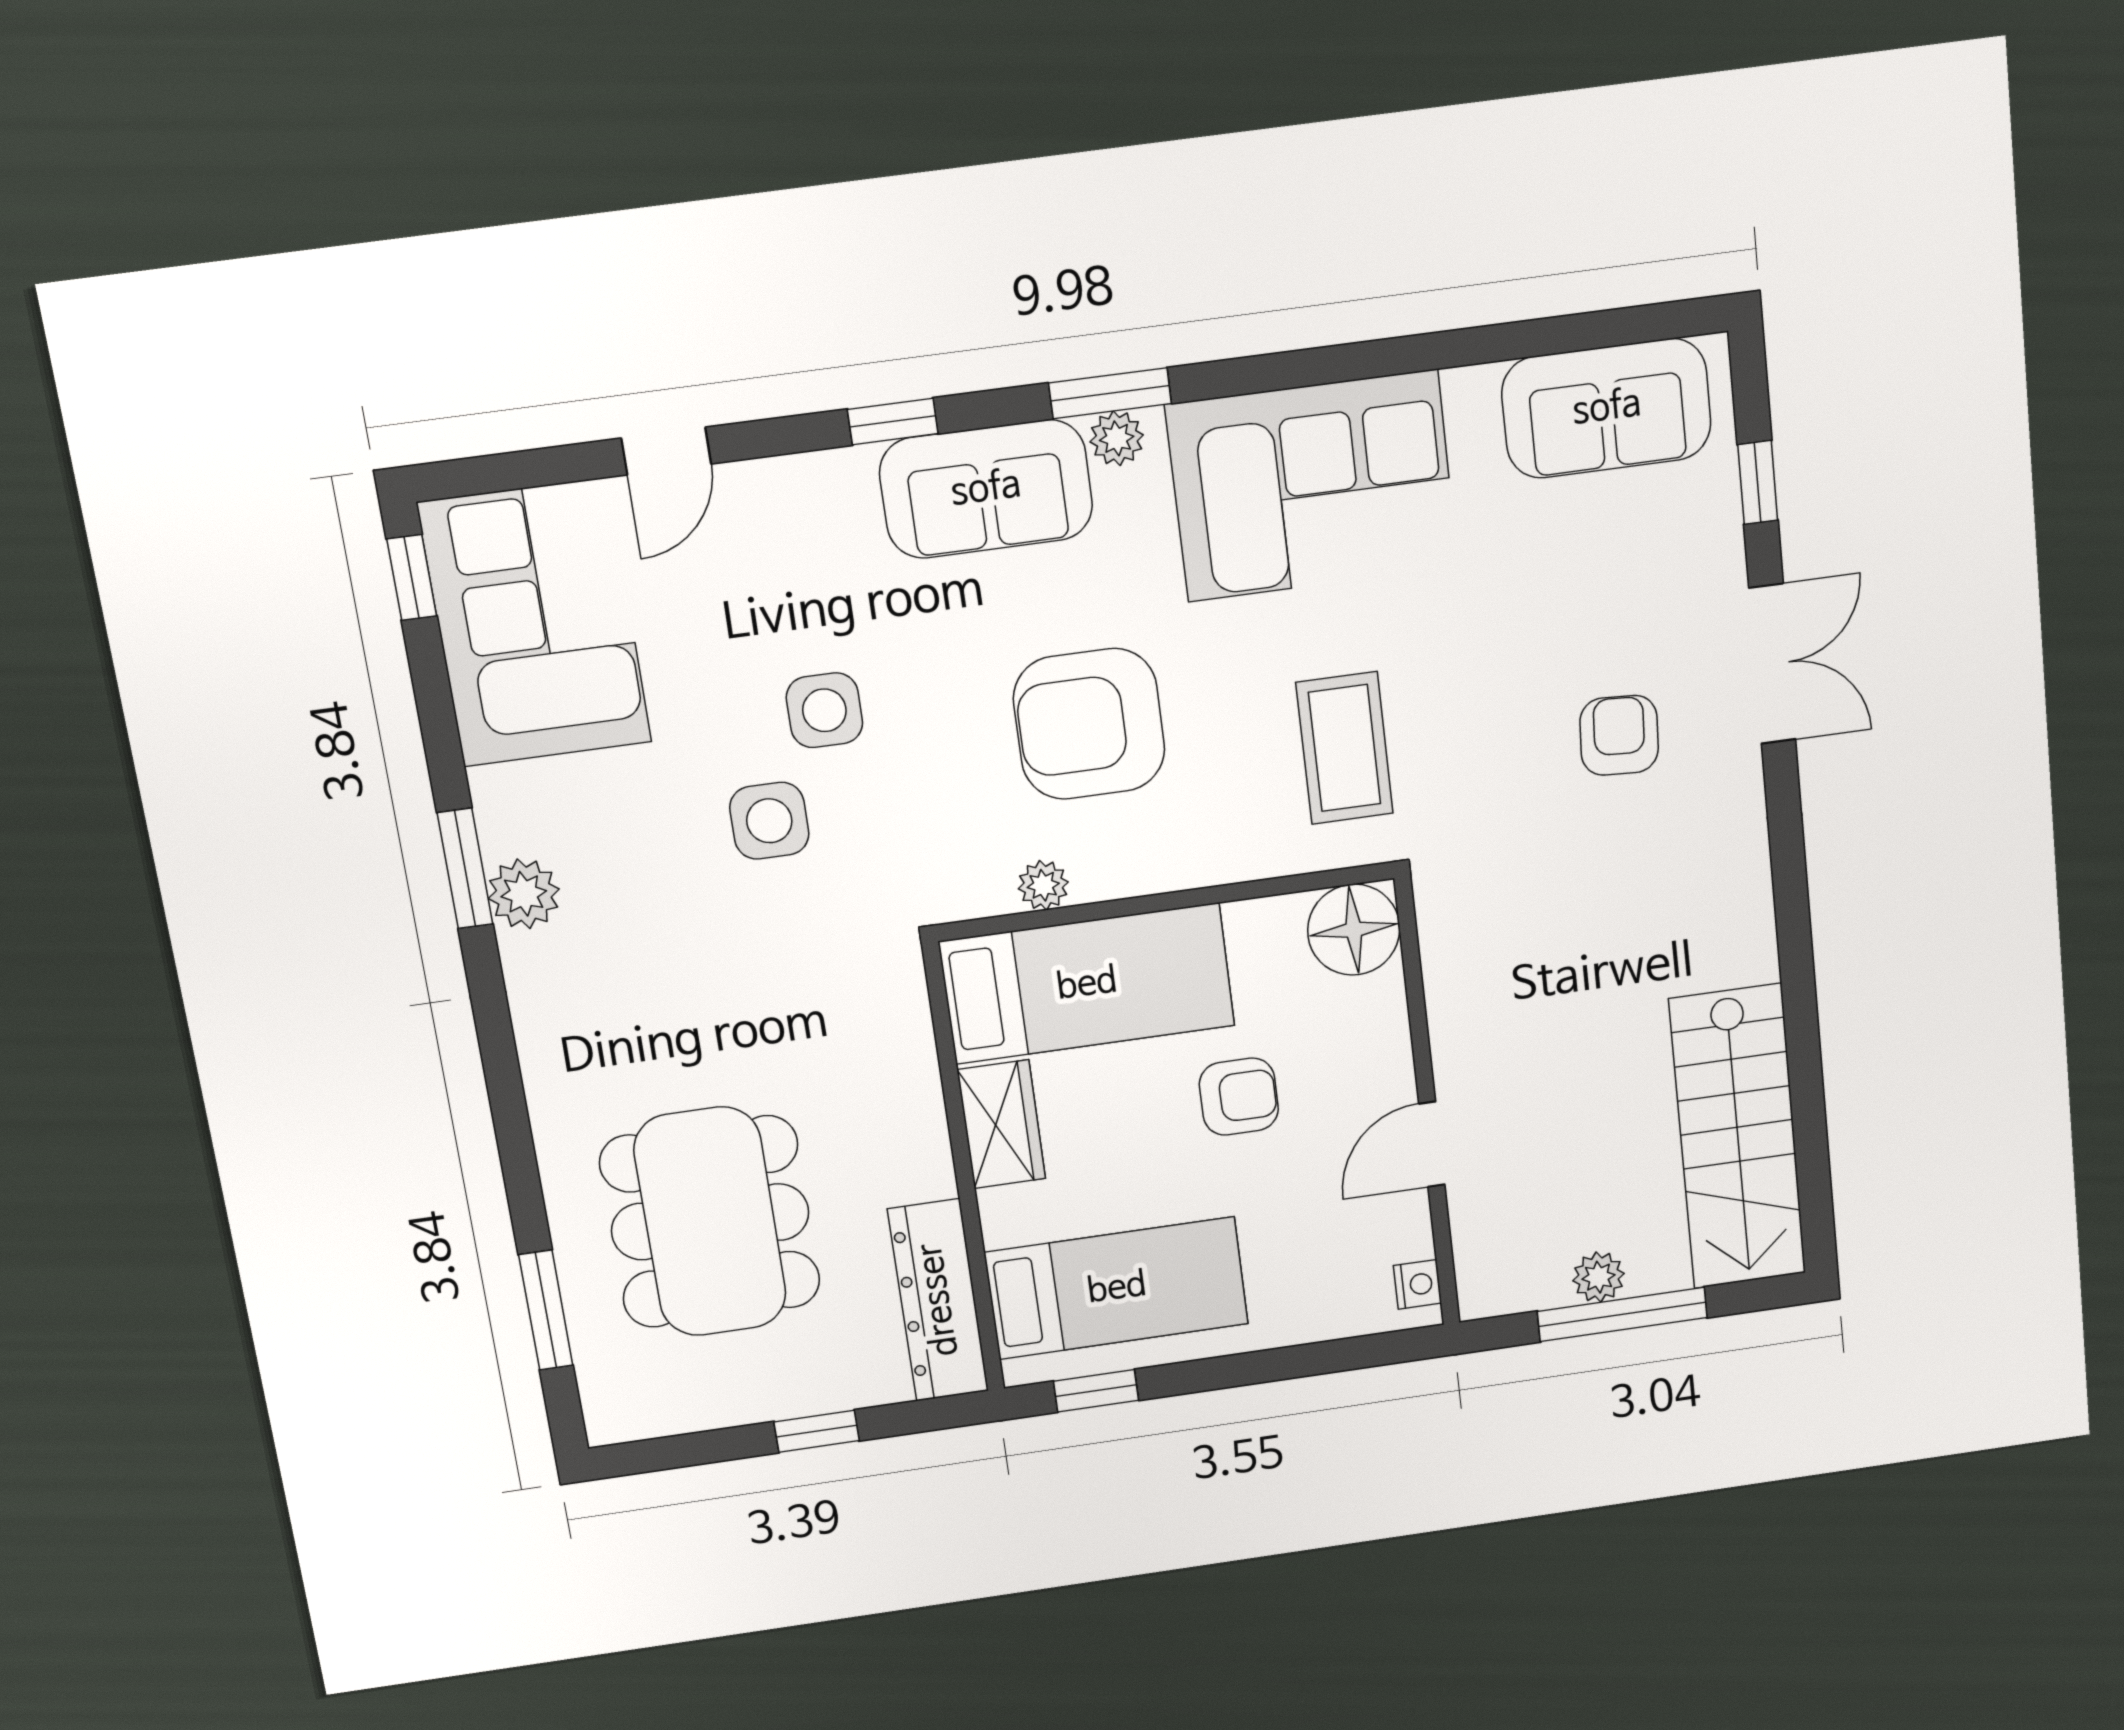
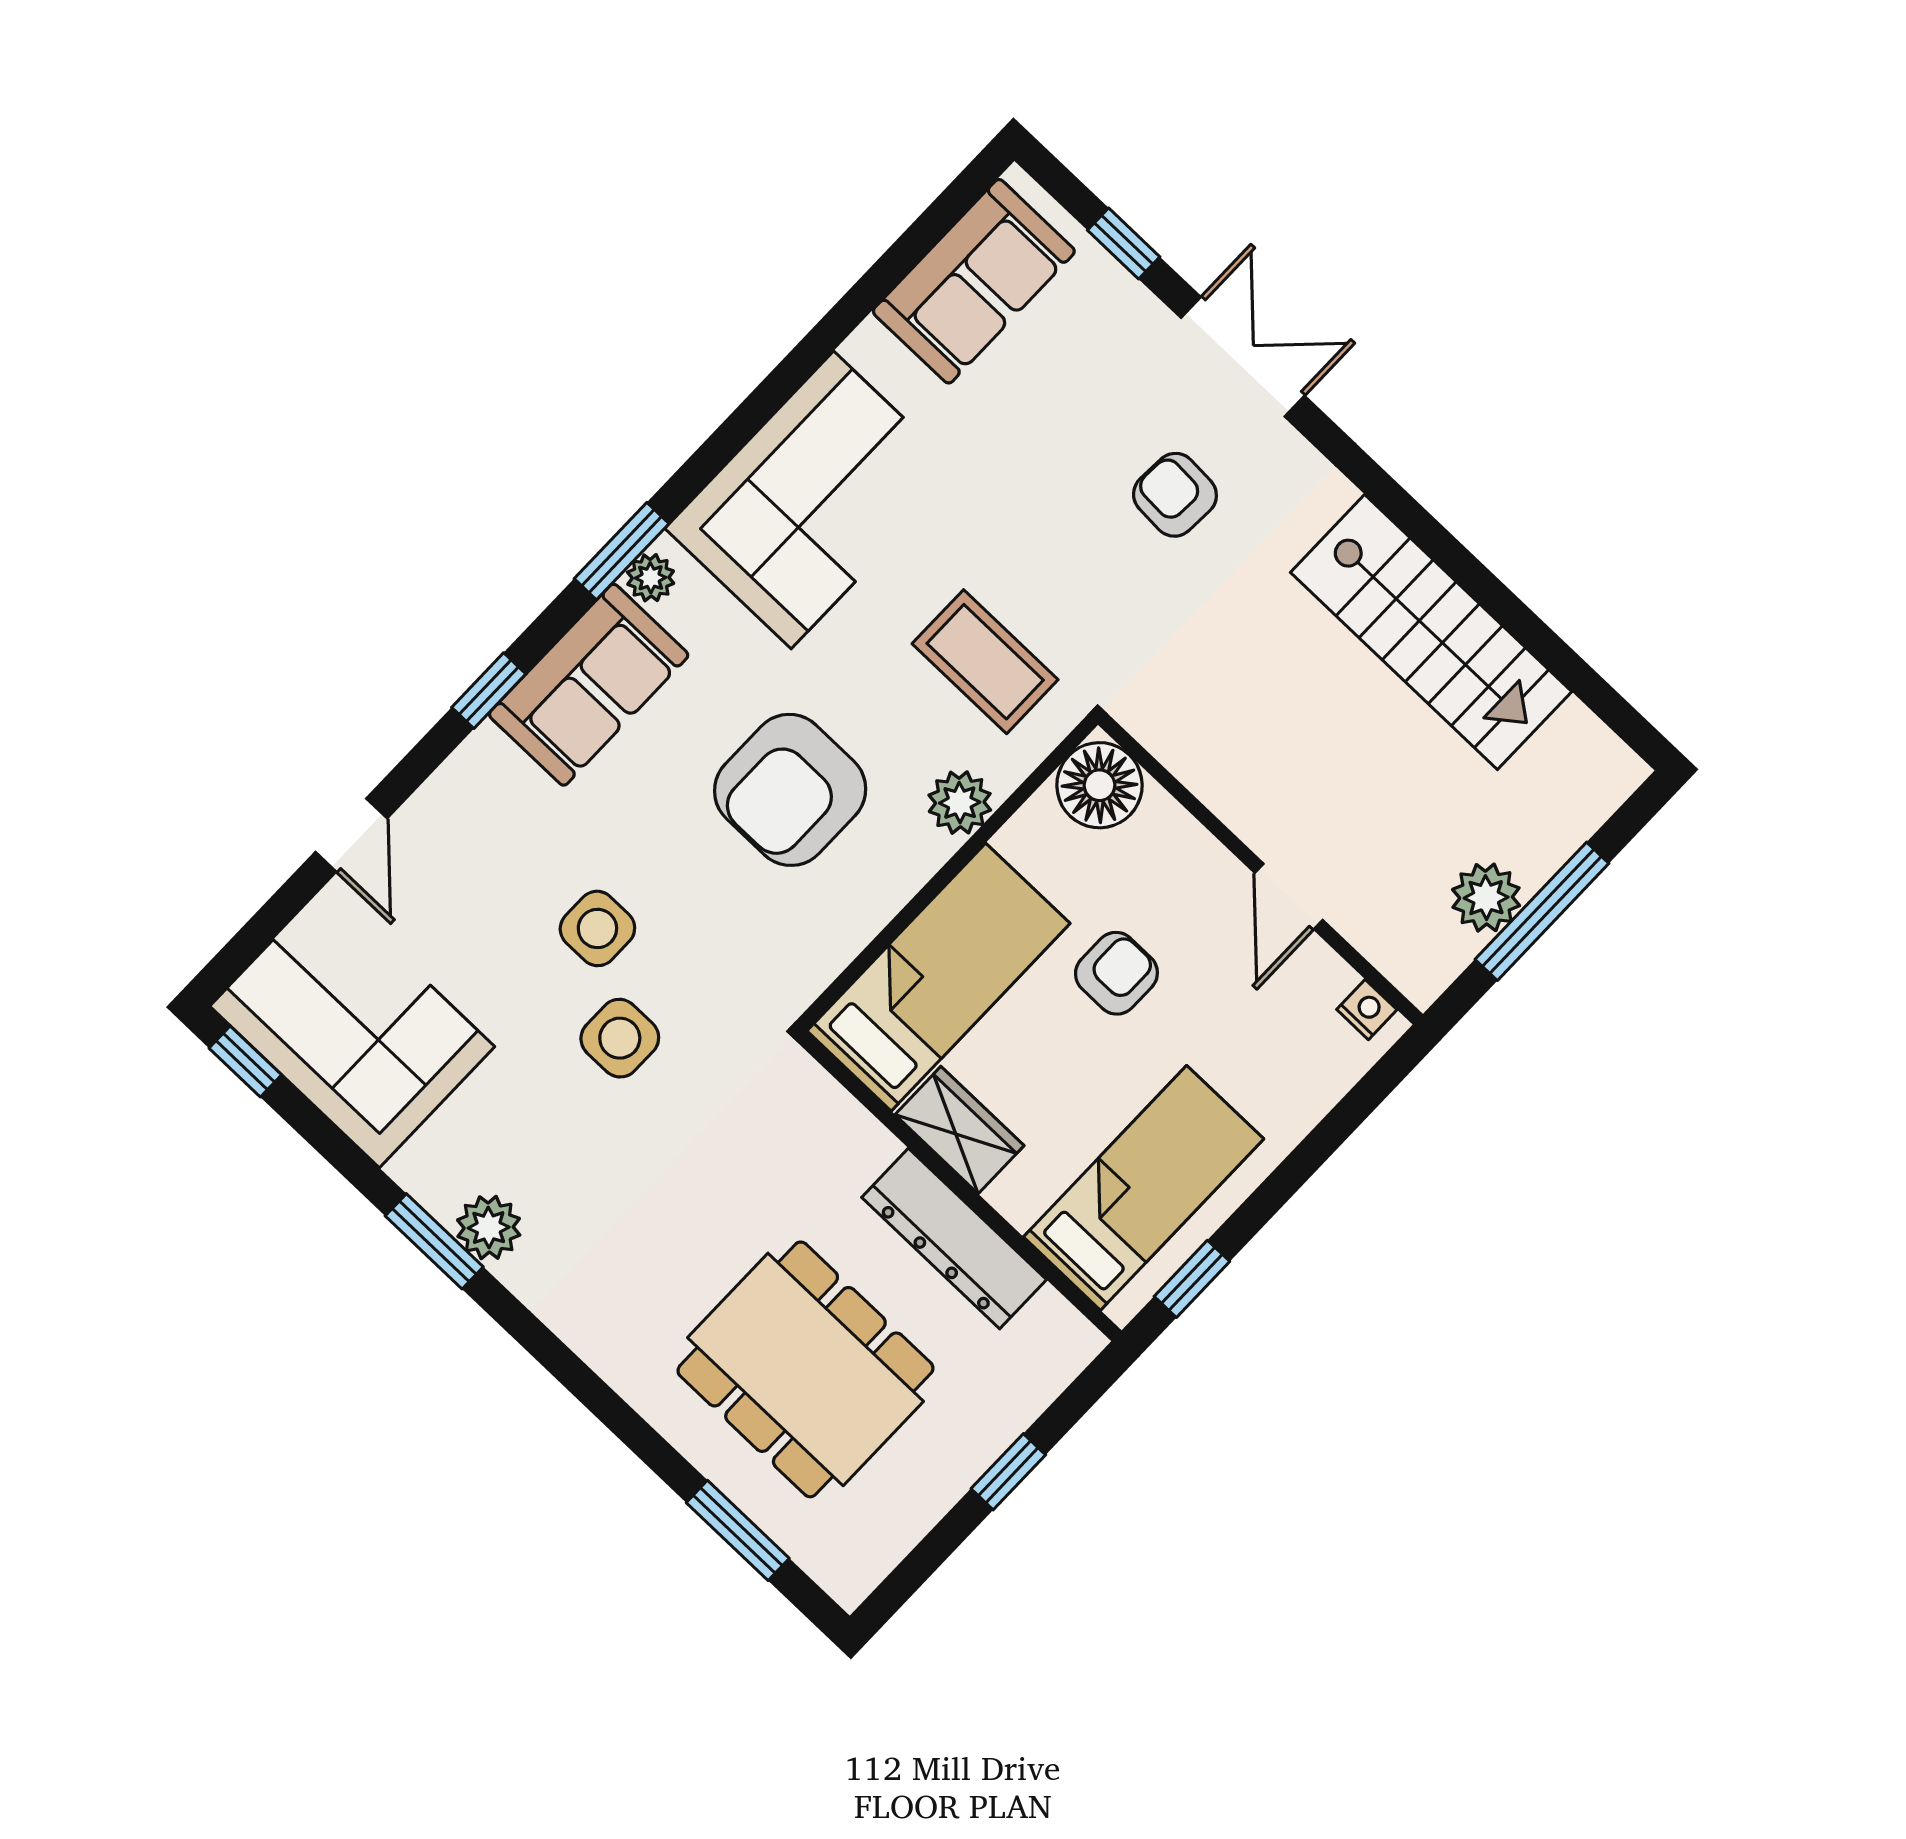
plant: (1043, 885) -> (960, 803), moved, width x1.38, depth x1.38
stairs: (1738, 1137) -> (1431, 632), moved
plant: (1598, 1277) -> (1486, 898), width x1.38, depth x1.38
dresser: (938, 1300) -> (954, 1238), moved

